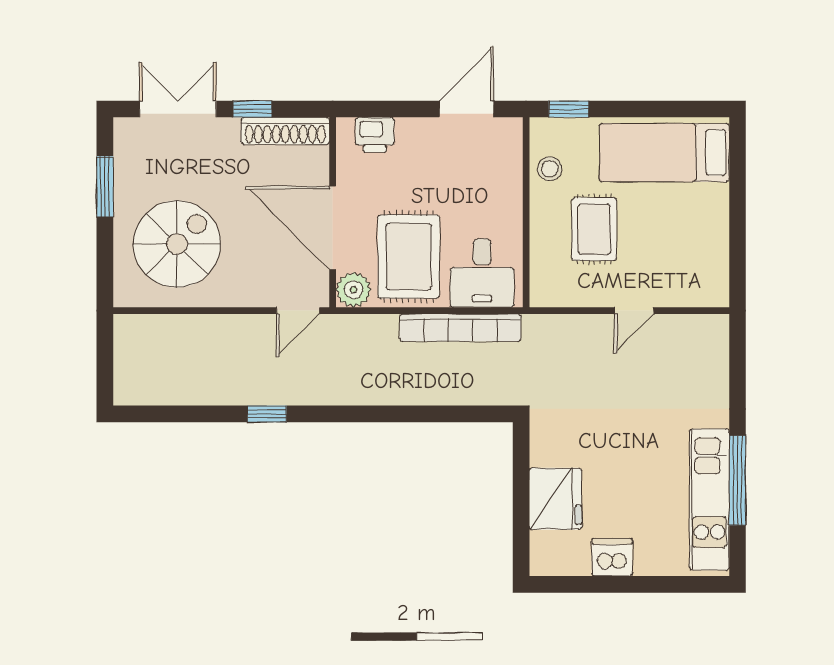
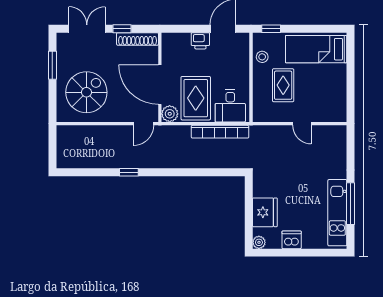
printer: (375, 135) -> (200, 41), moved
door: (634, 311) -> (302, 124), hinge flipped
plant: (543, 562) -> (259, 242), added

